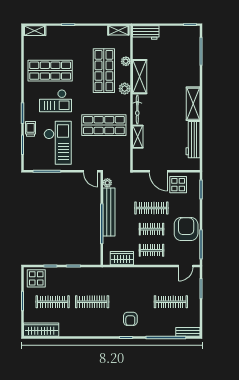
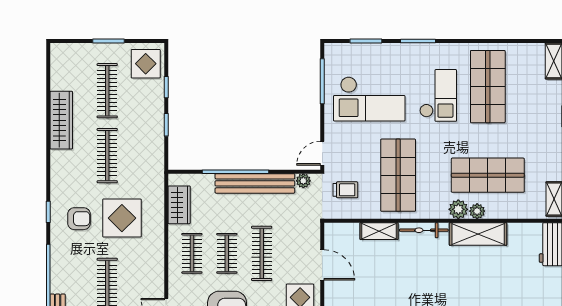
plant: (126, 61) -> (477, 211), moved
checkout: (56, 101) -> (438, 95), turned 180
trolley: (30, 129) -> (345, 190), moved
door: (158, 171) -> (322, 265), swing flipped
display table: (130, 293) -> (122, 218), added
armchair: (130, 319) -> (79, 219), turned 180
wardrobe: (41, 330) -> (61, 120), moved

